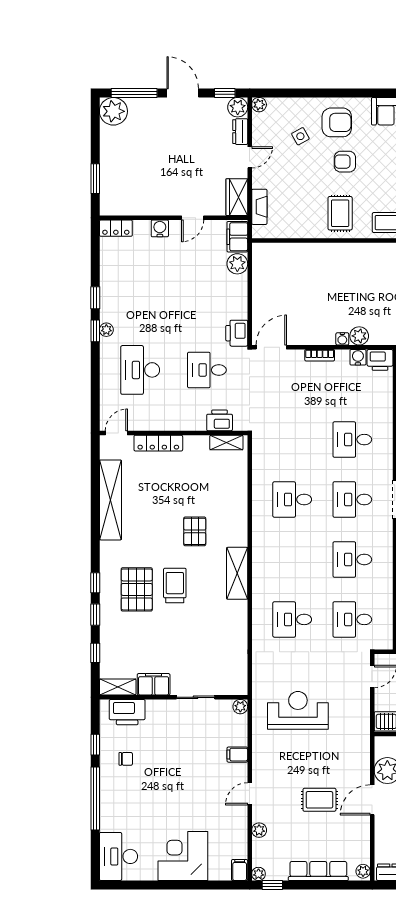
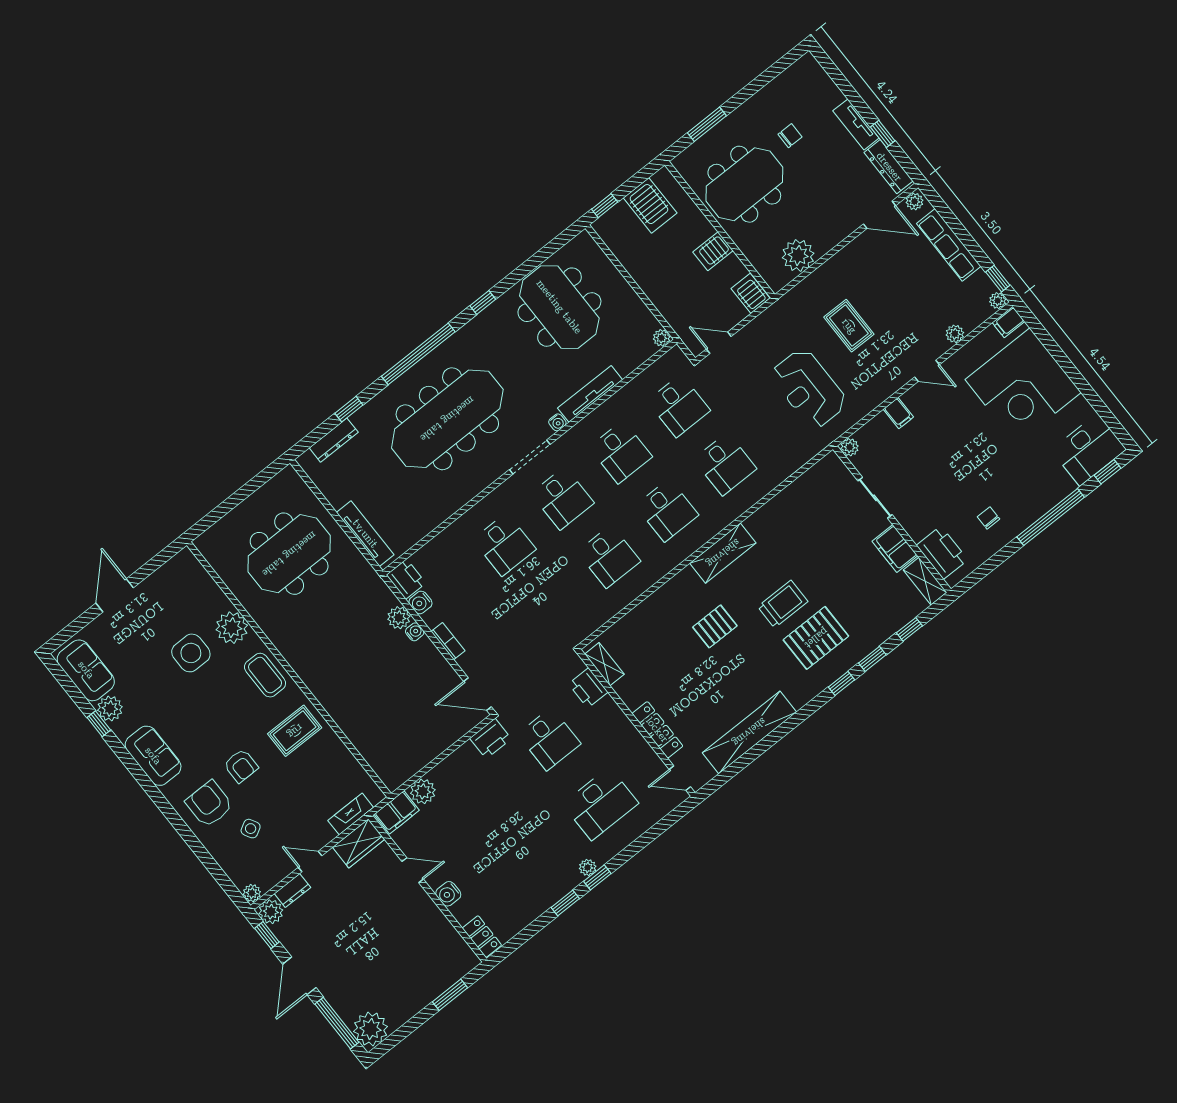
desk: (292, 559) -> (667, 510), added
trolley: (175, 585) -> (783, 604), turned 180
window: (95, 745) -> (1107, 472), moved
rug: (319, 800) -> (849, 326), moved
door: (372, 800) -> (879, 215), moved
corner desk: (183, 856) -> (1023, 386), width x1.36, depth x1.36

